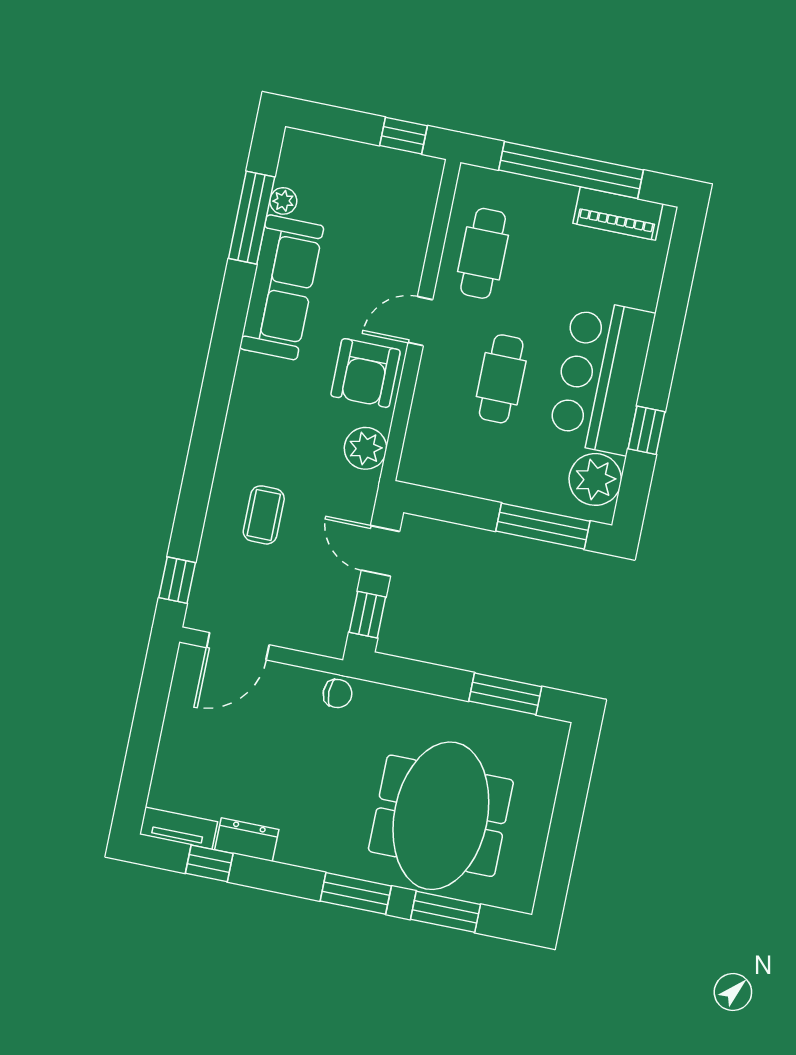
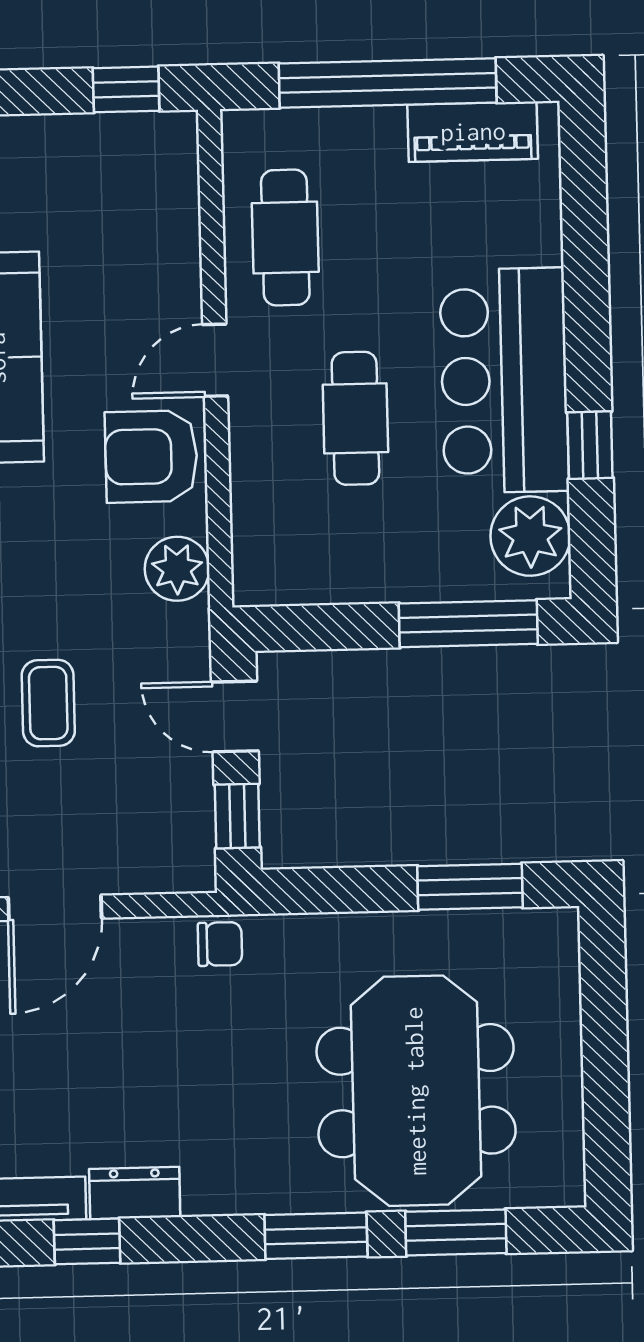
armchair: (365, 373) -> (151, 456), turned 90

